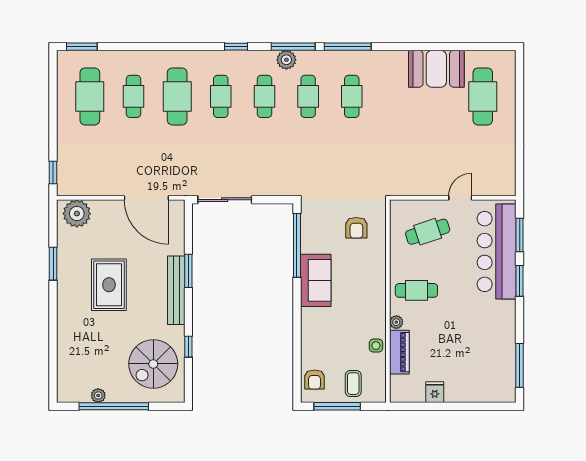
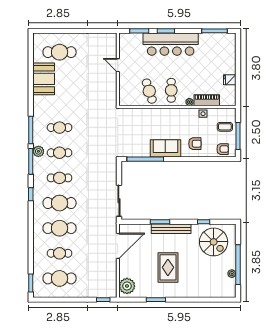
plant: (286, 60) -> (38, 151), moved
cafe table: (221, 96) -> (60, 203), width x1.37, depth x1.35
armchair: (356, 228) -> (195, 144), moved
cafe table: (428, 232) -> (149, 91), moved
bar counter: (497, 251) -> (171, 44), moved
rug: (109, 285) -> (168, 267), turned 90

